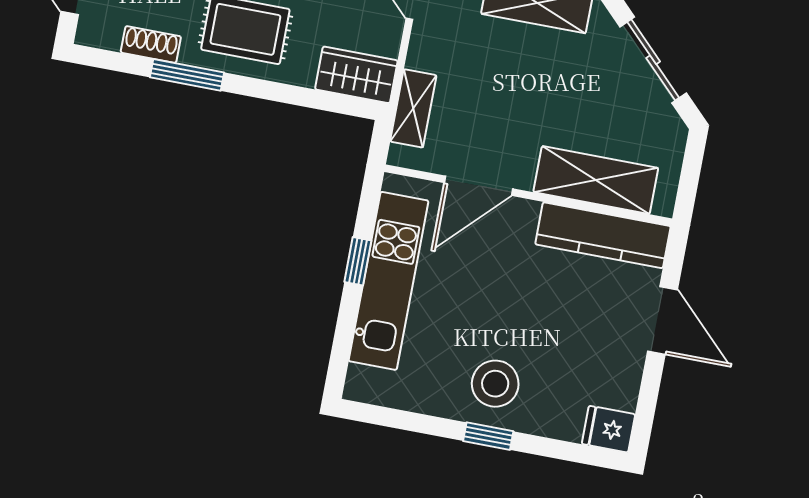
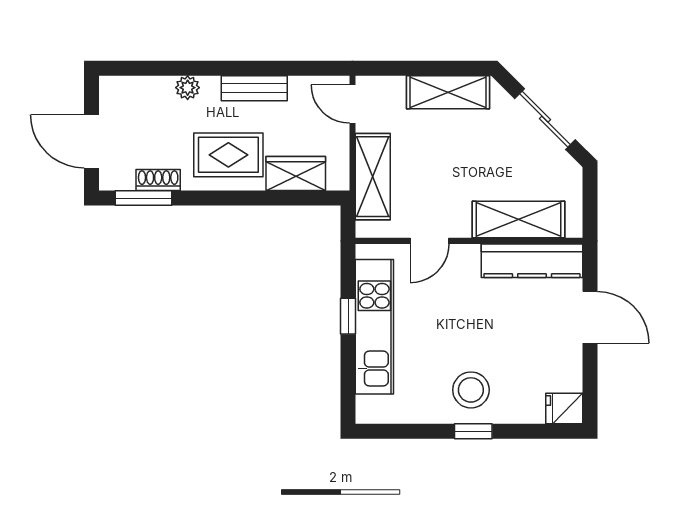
window: (187, 75) -> (143, 198), moved
wardrobe: (356, 75) -> (296, 174), moved
shelving: (413, 108) -> (373, 177), width x1.50, depth x1.33
door: (478, 186) -> (429, 241), width x0.73

